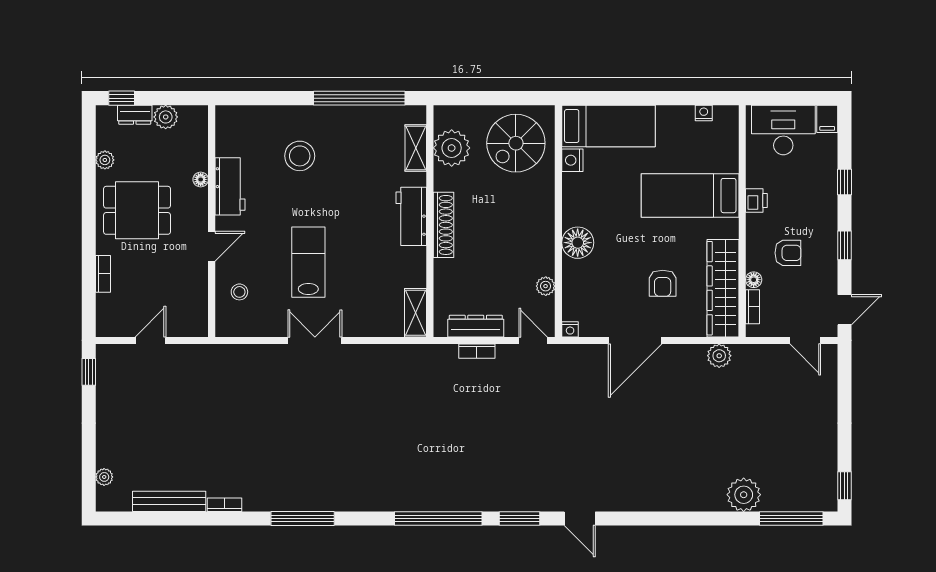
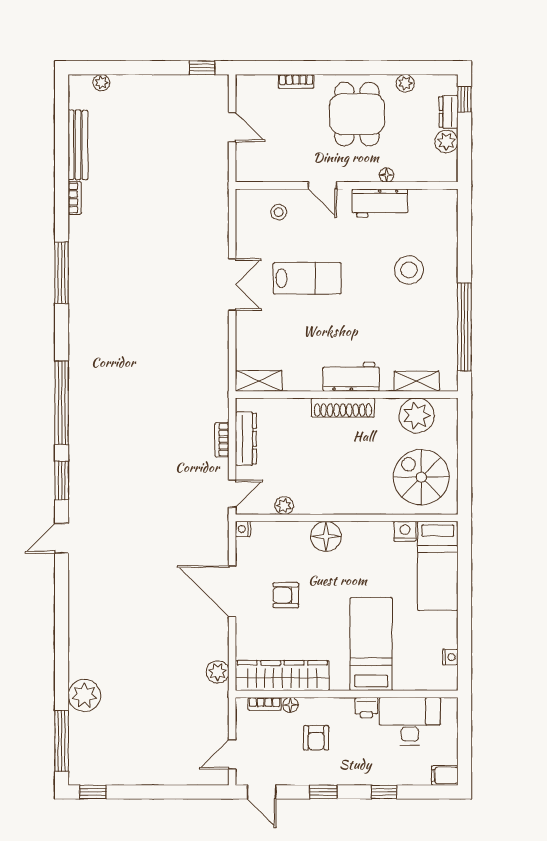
desk: (783, 130) -> (410, 721), moved, turned -90
armchair: (663, 283) -> (286, 595), moved

